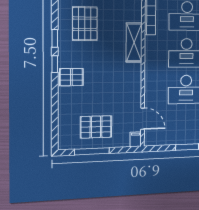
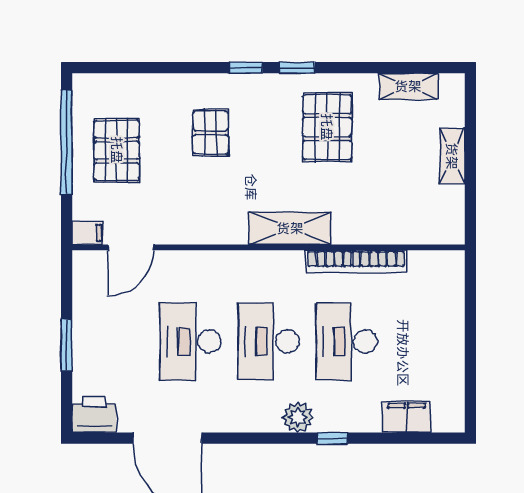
pallet: (85, 24) -> (327, 127), turned 90
pallet: (71, 77) -> (211, 133), moved
window: (92, 151) -> (67, 142), width x1.46

